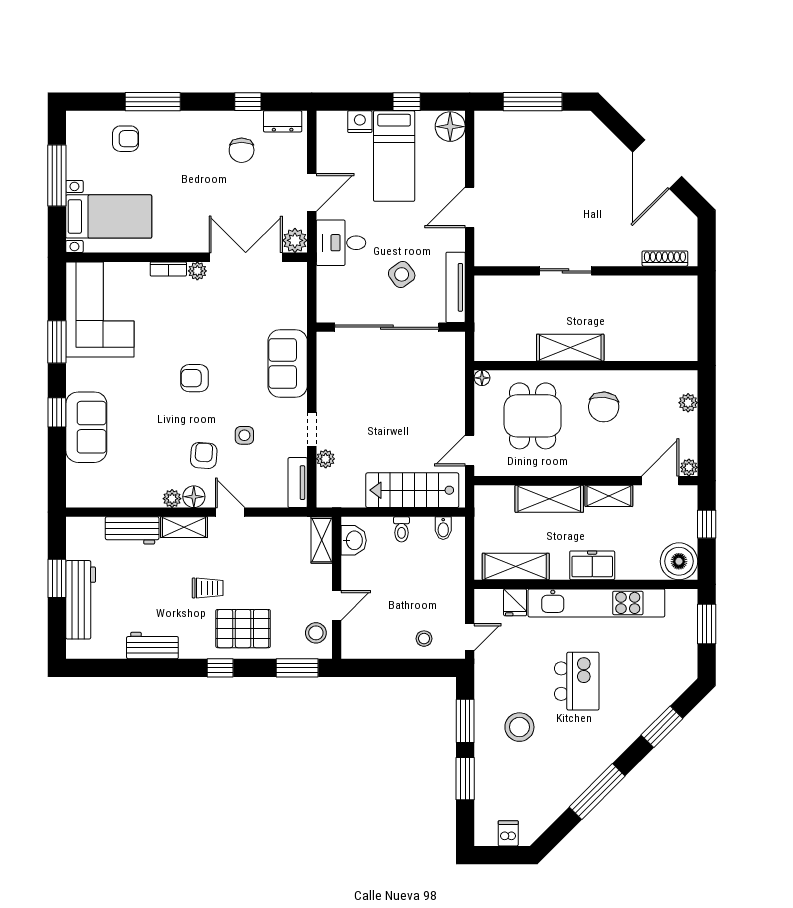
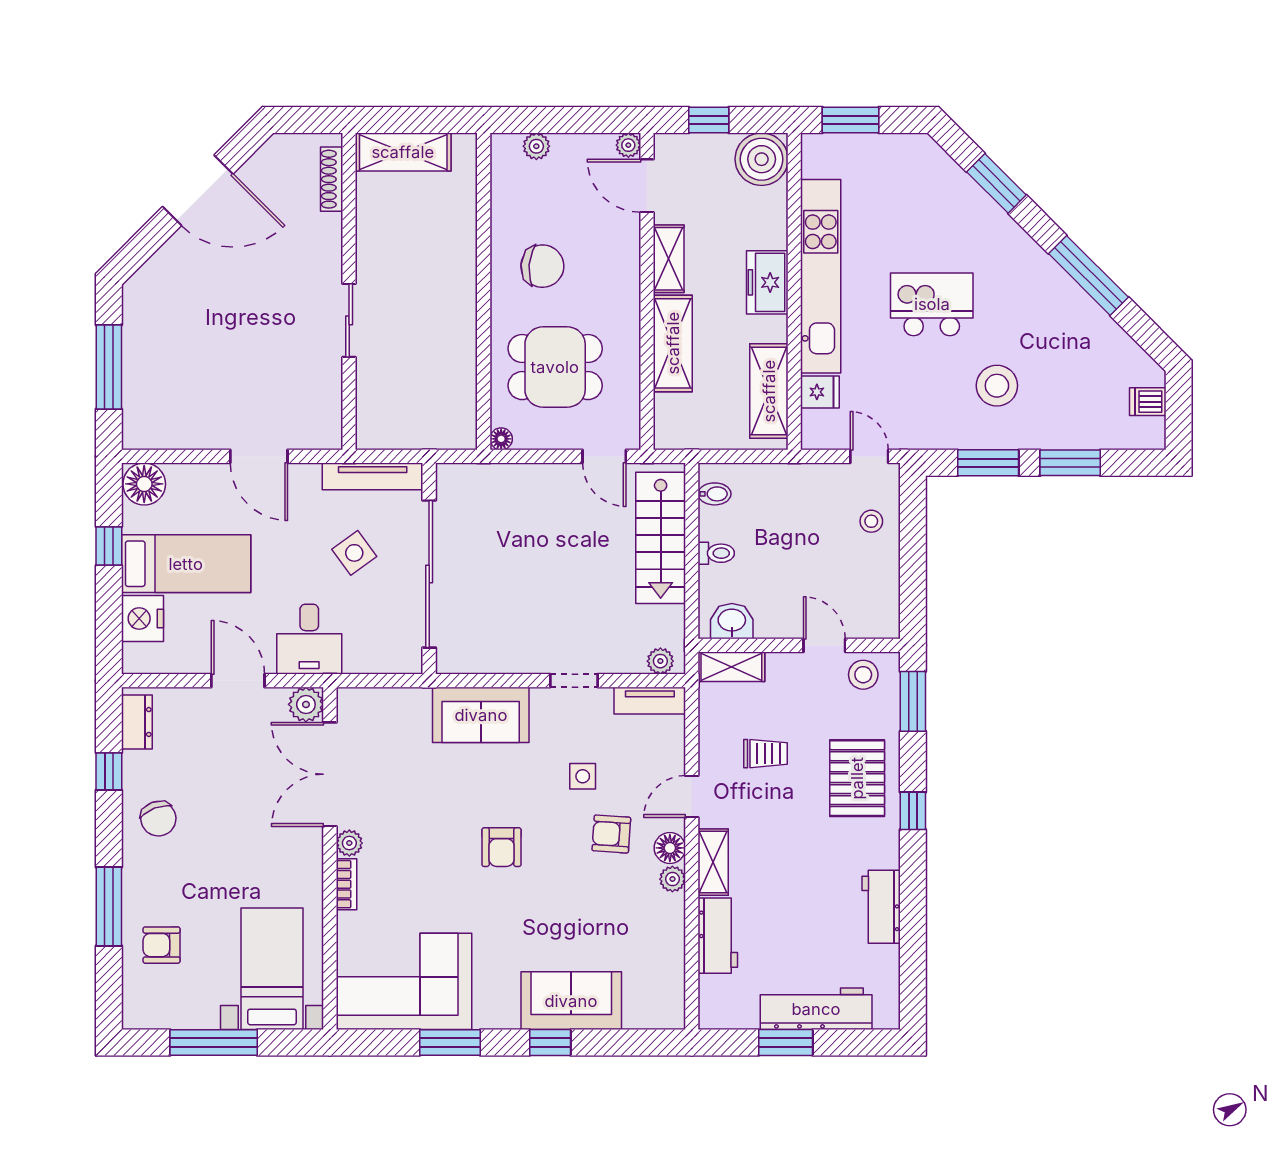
nightstand: (360, 122) -> (142, 619), width x1.36, depth x1.33
armchair: (126, 139) -> (162, 945), turned -90
chair: (242, 150) -> (158, 819), moved, turned 69
shelving: (570, 348) -> (403, 152), moved, turned 90
plant: (326, 459) -> (660, 661), moved
trolley: (208, 588) -> (766, 754), moved, turned 90

